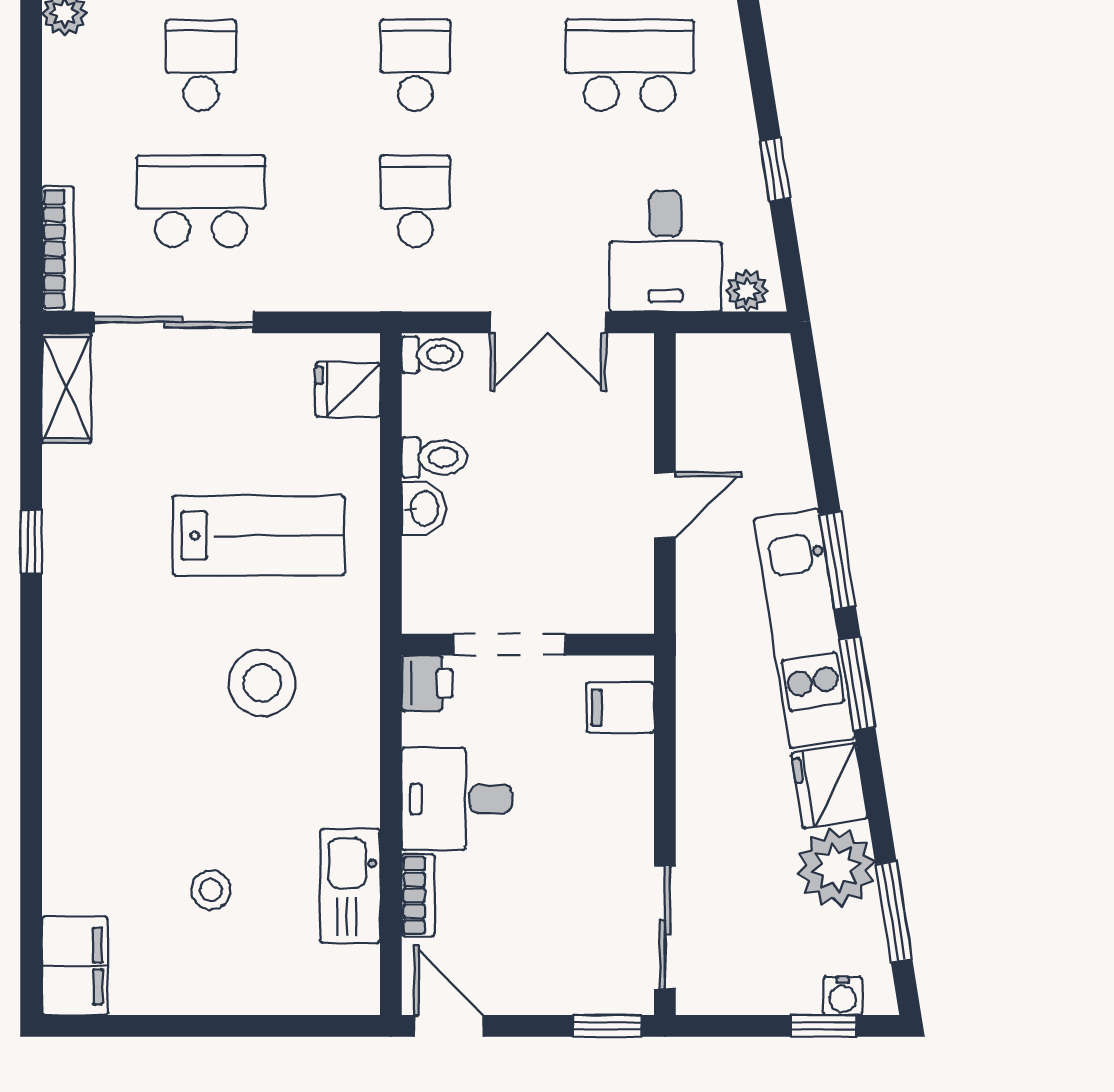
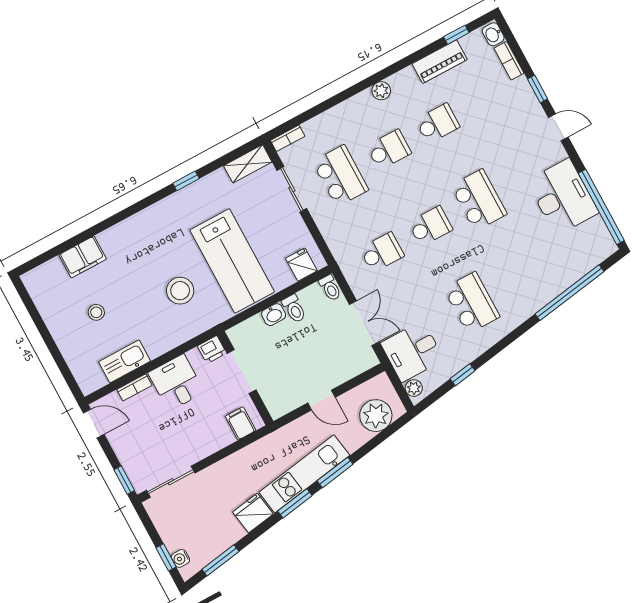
bookcase: (58, 249) -> (288, 138), width x0.64
sliding door: (173, 322) -> (292, 189), width x0.73
double door: (548, 322) -> (364, 323), swing flipped
lab bench: (259, 536) -> (232, 261), width x1.36, depth x1.39
plant: (836, 868) -> (376, 416), moved
filing cabinet: (75, 966) -> (83, 257), moved
door: (449, 1026) -> (94, 424), hinge flipped

